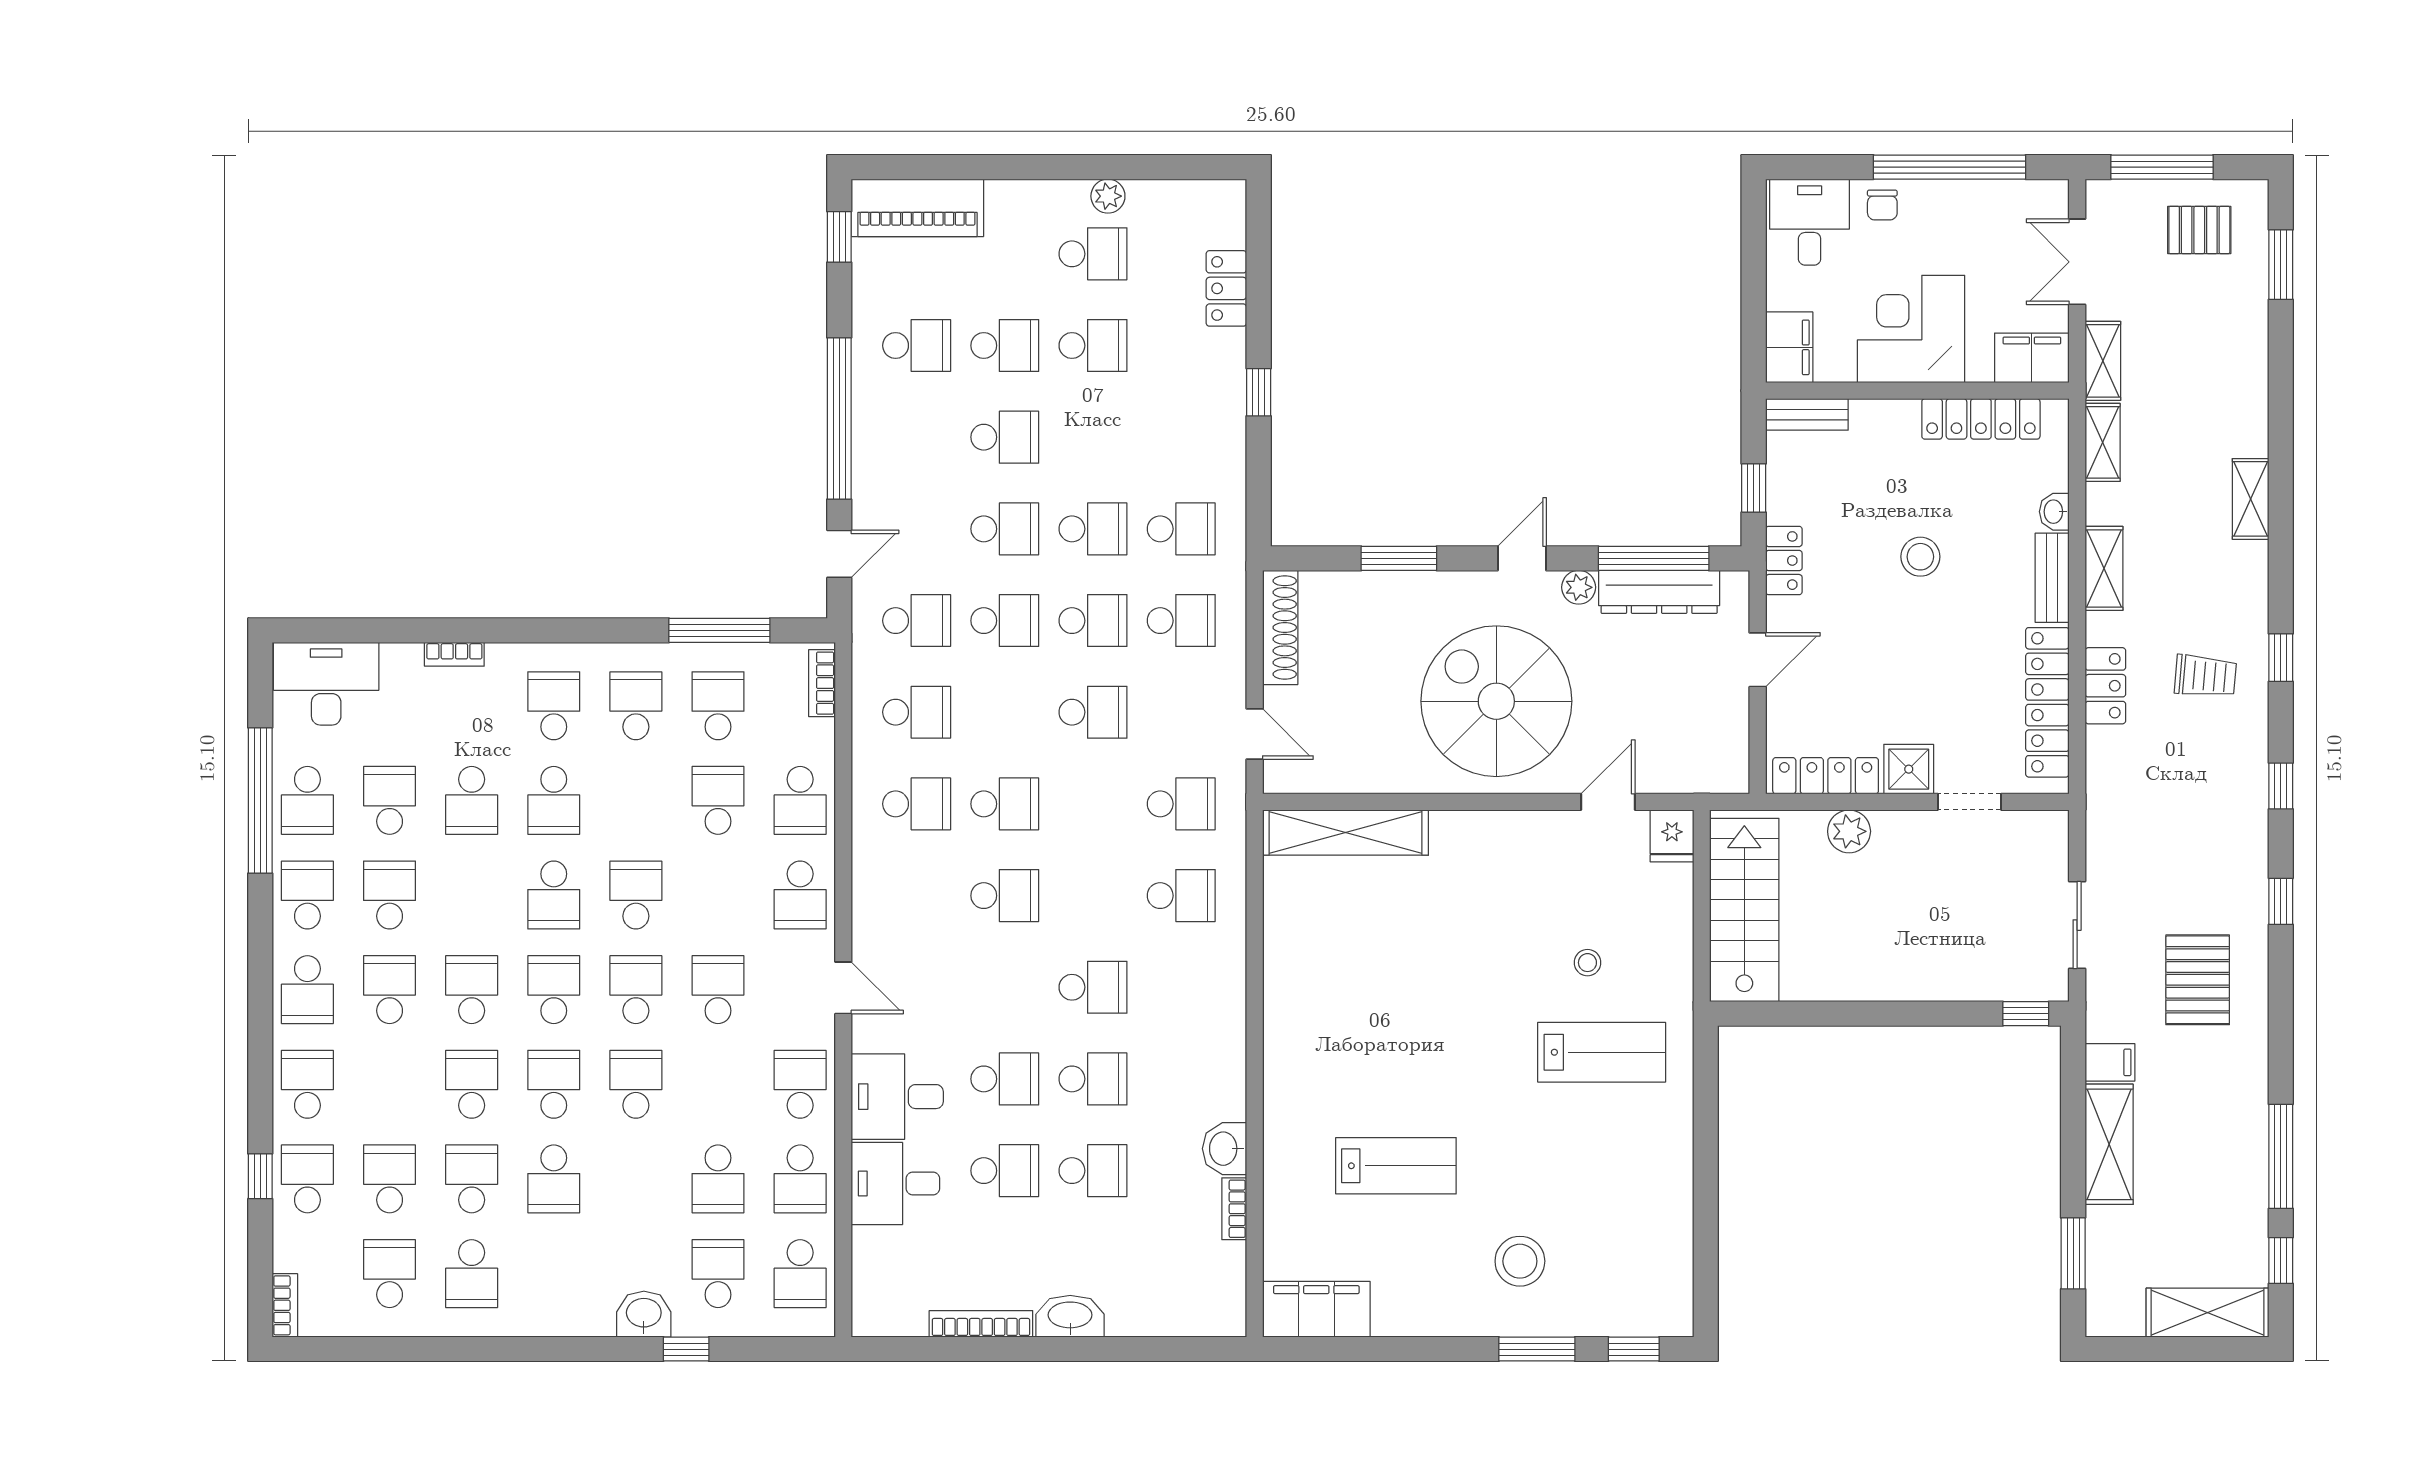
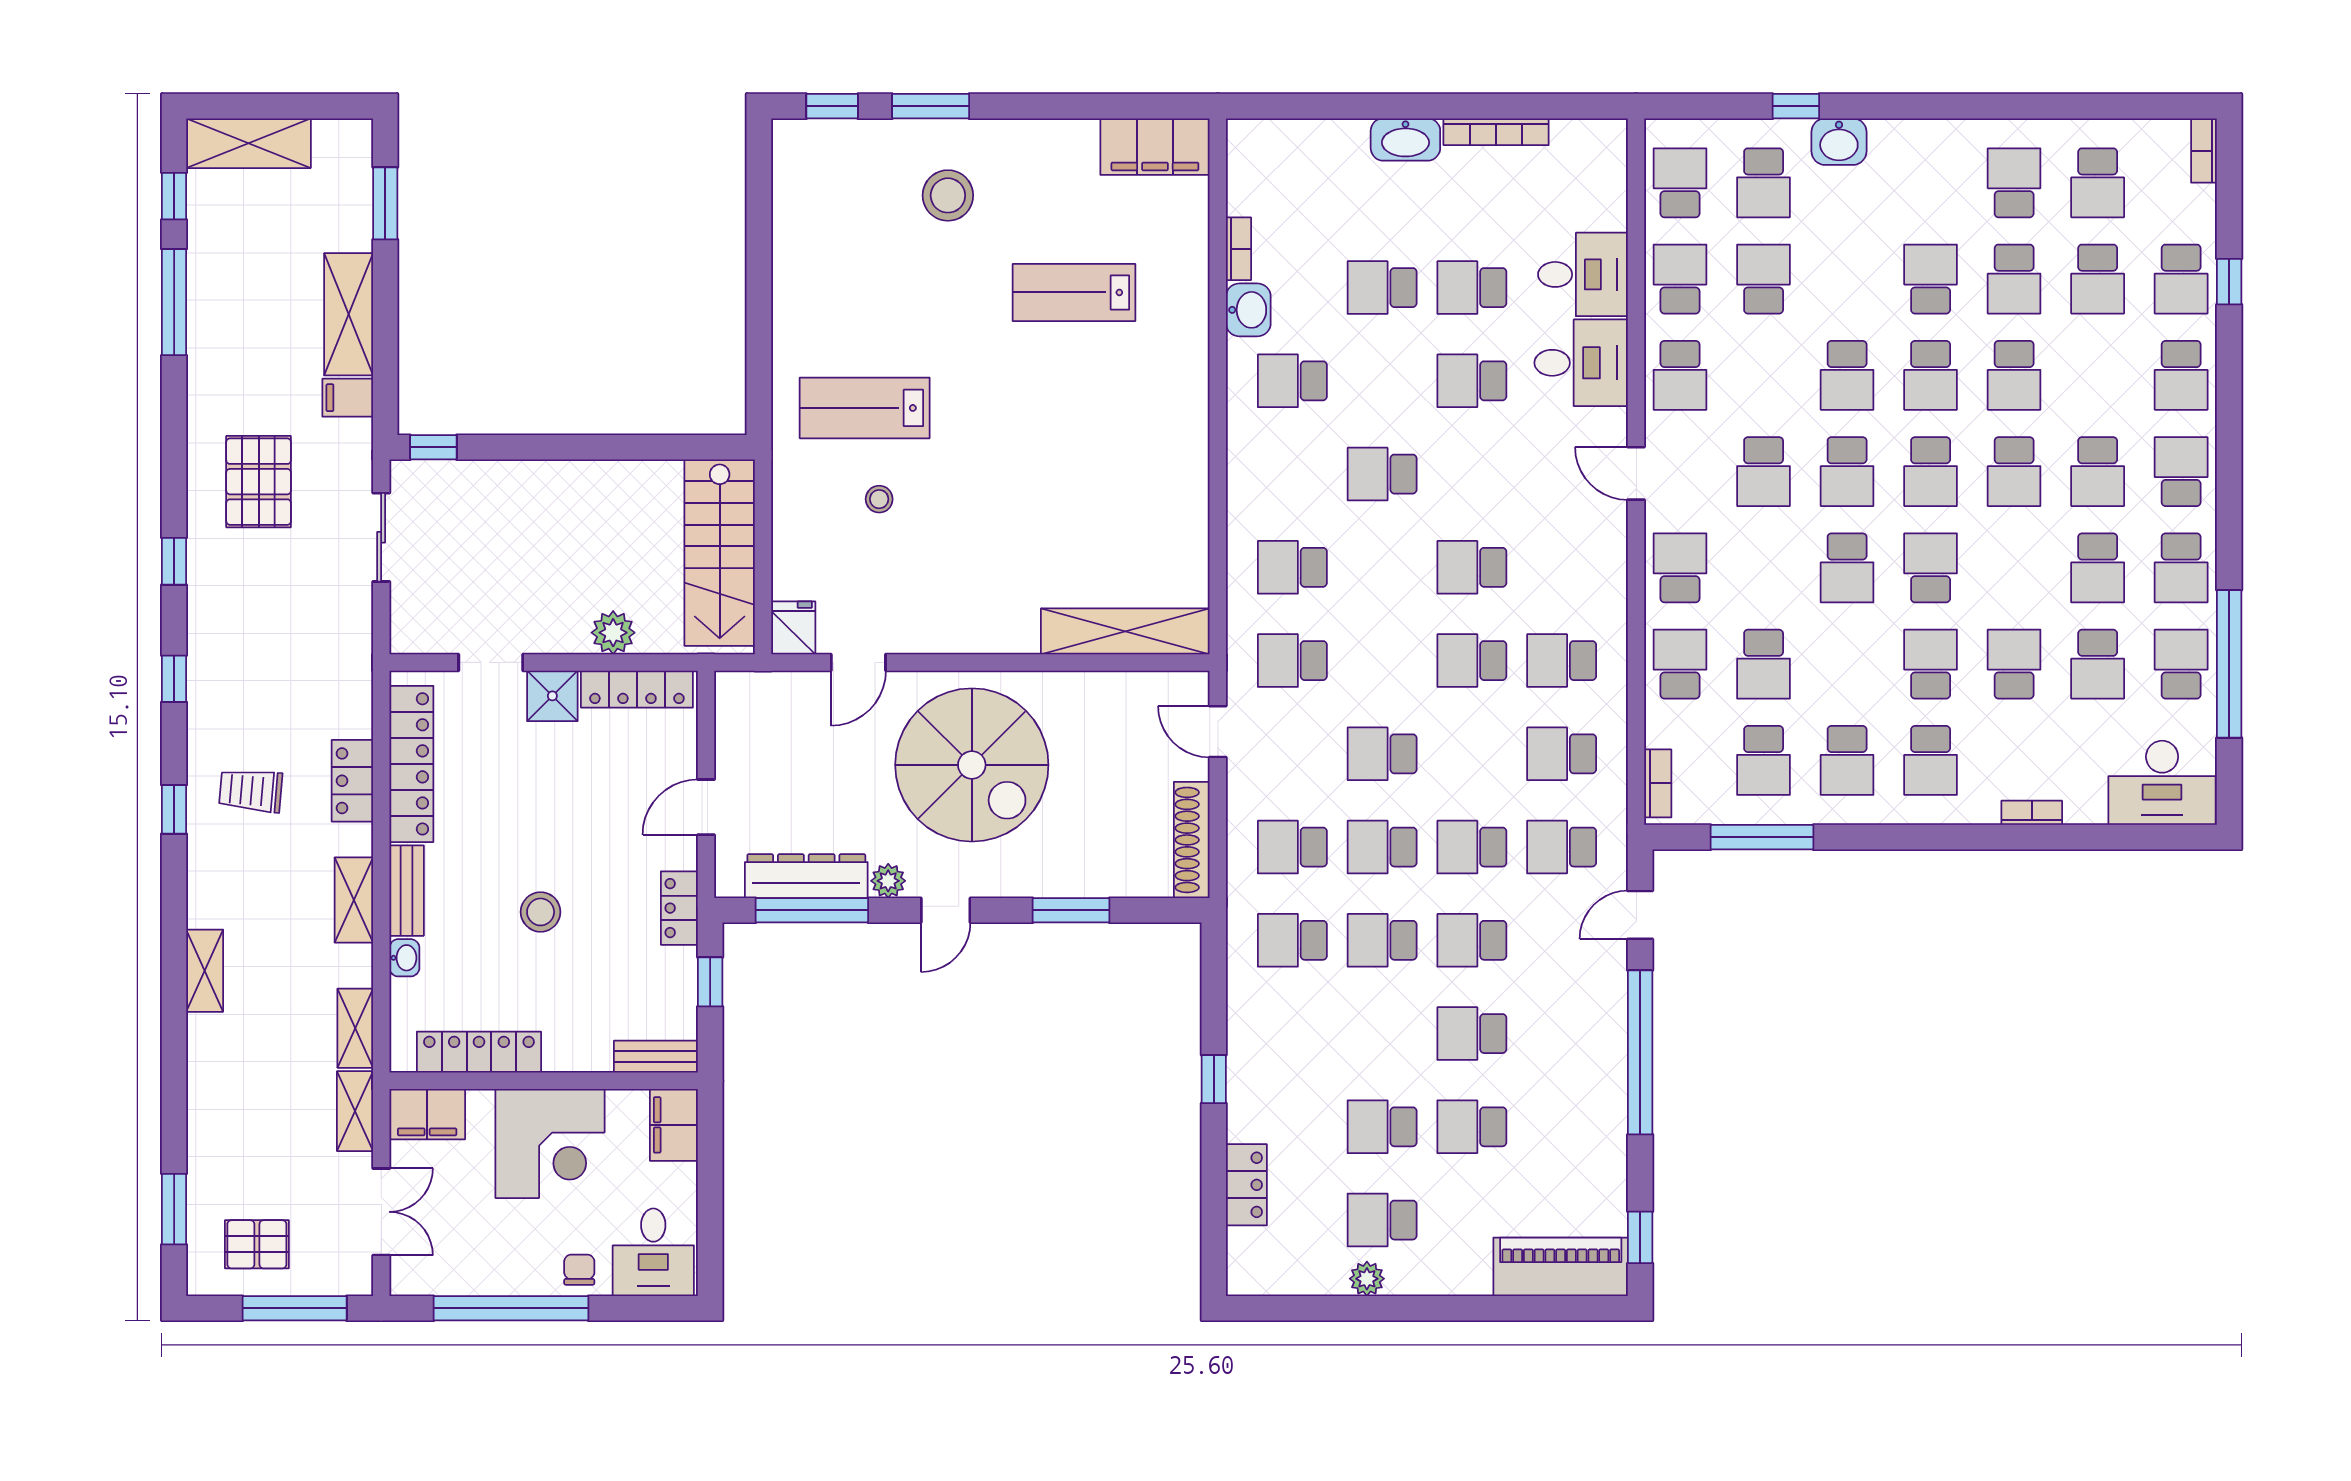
school desk: (917, 346) -> (1562, 1127), removed
school desk: (1093, 1079) -> (1292, 381), moved

